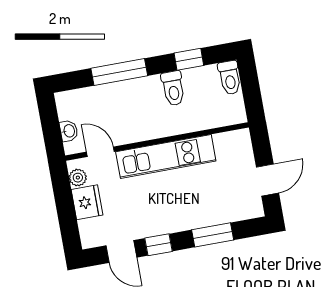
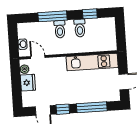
toilet: (230, 78) -> (60, 29), moved
kitchen unit: (166, 156) -> (92, 62), moved
window: (213, 235) -> (92, 107), width x1.44

